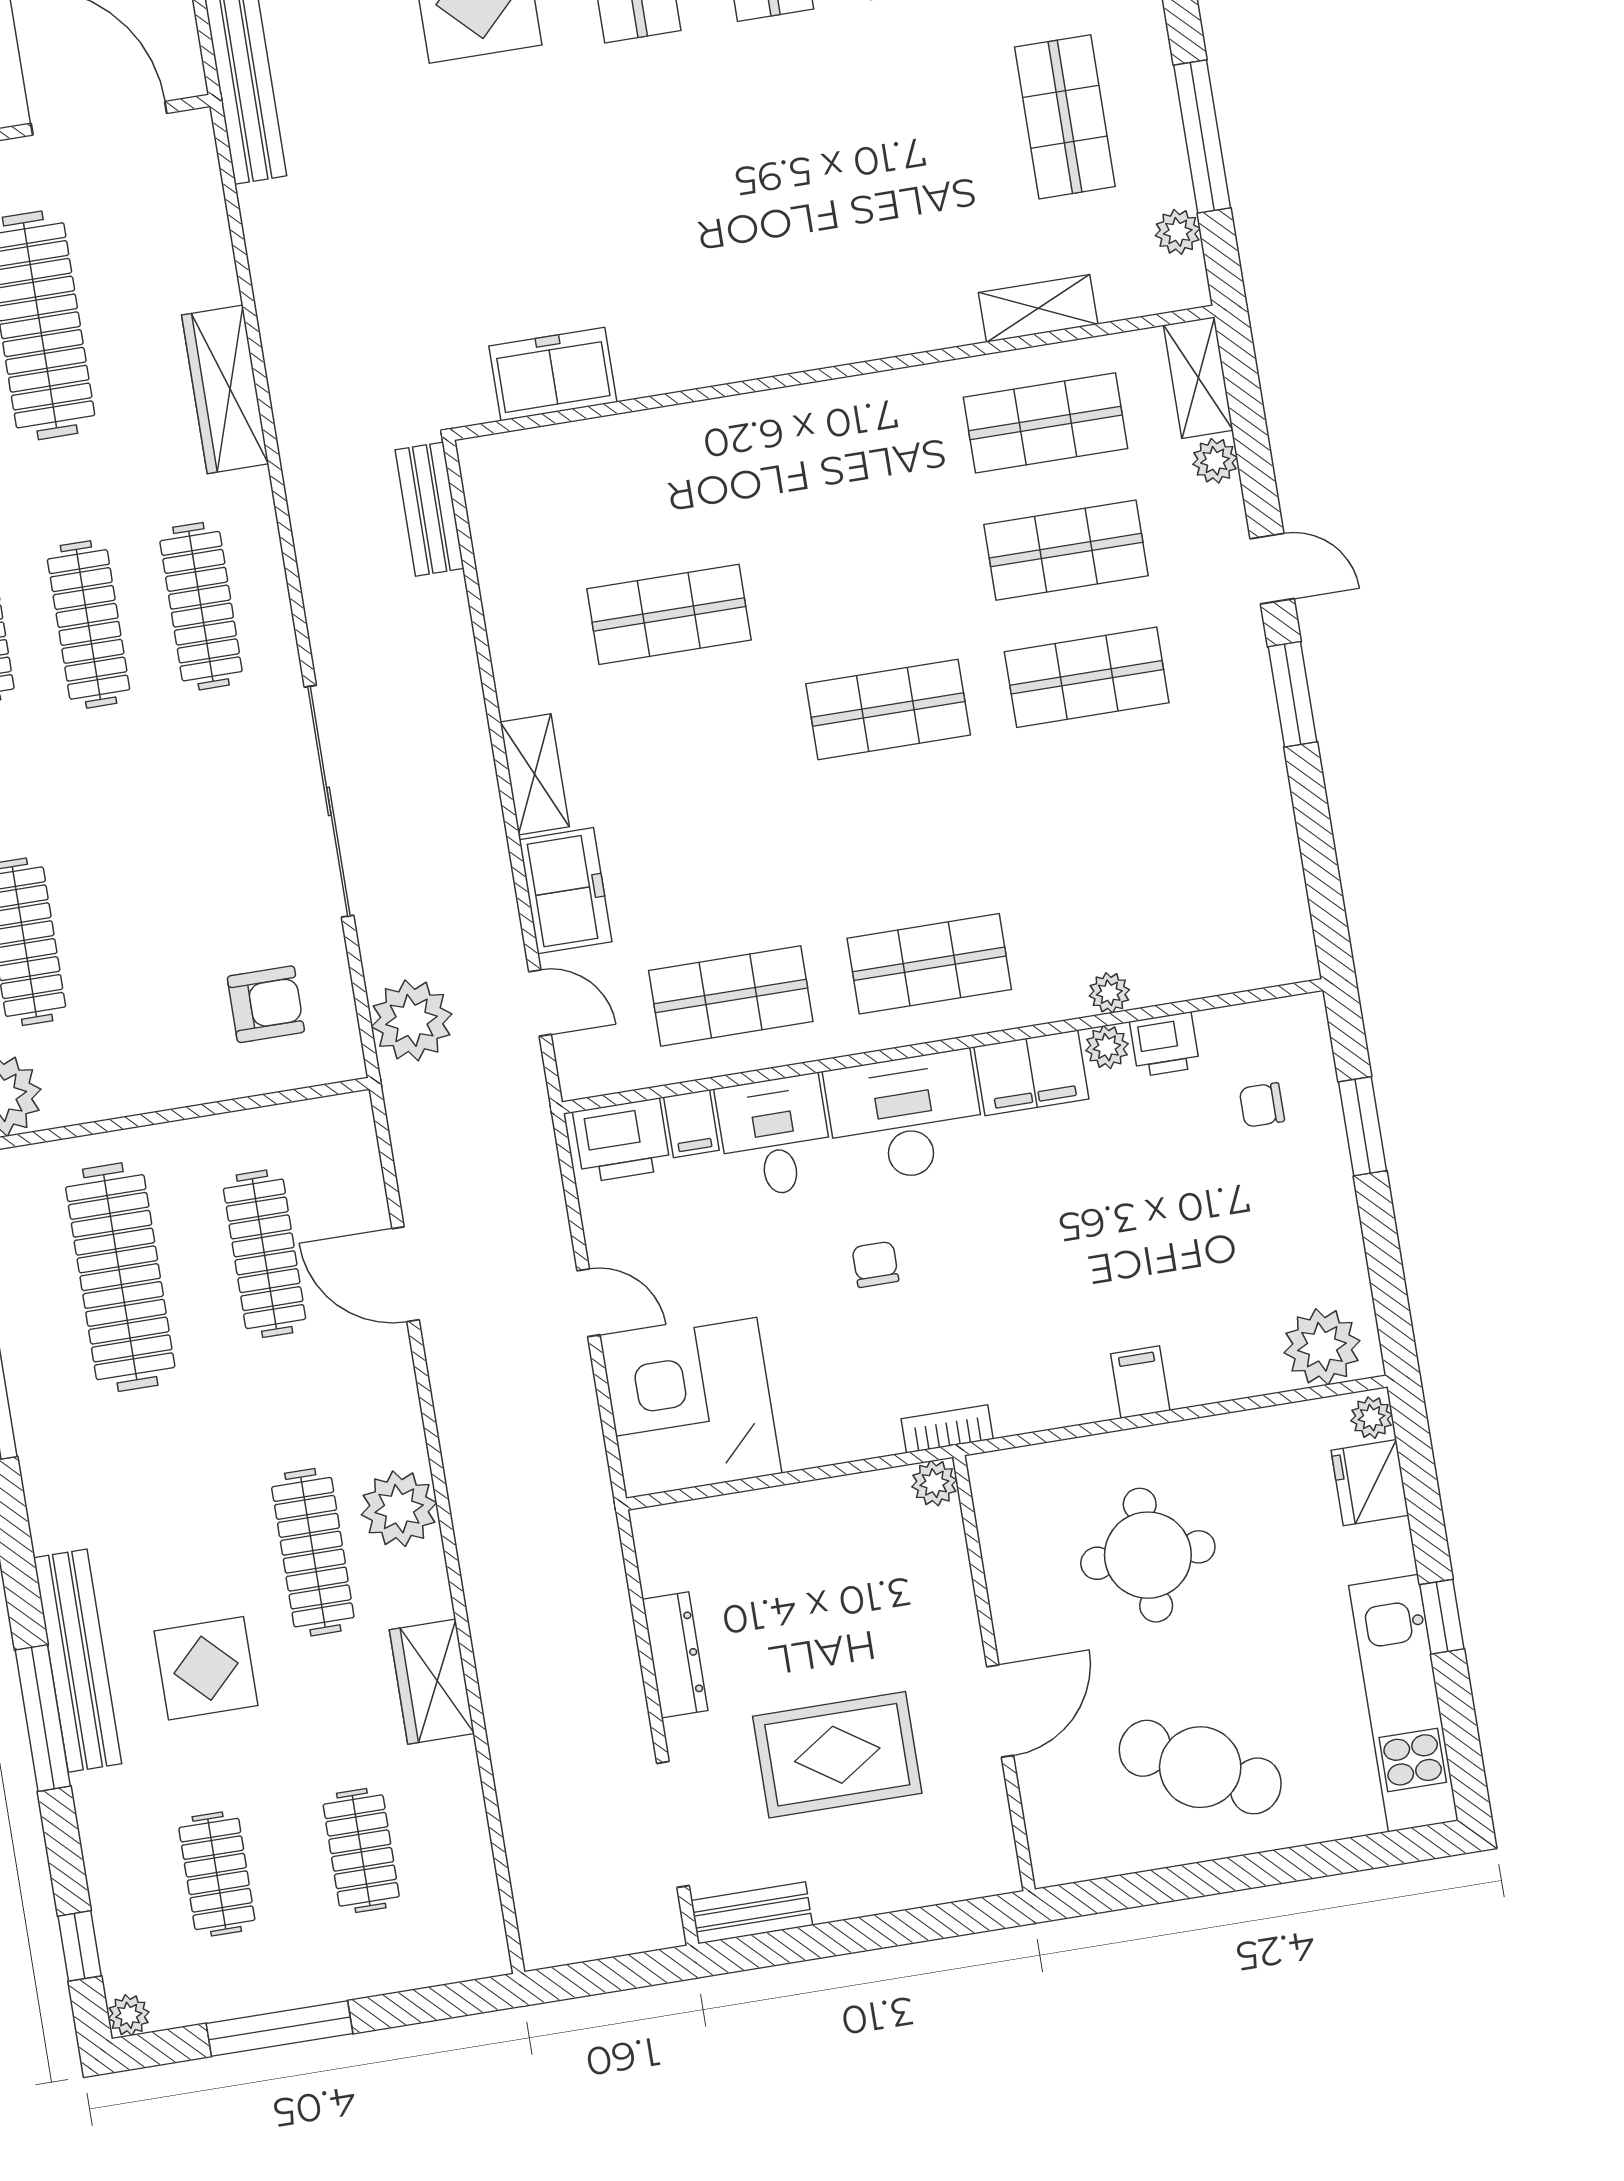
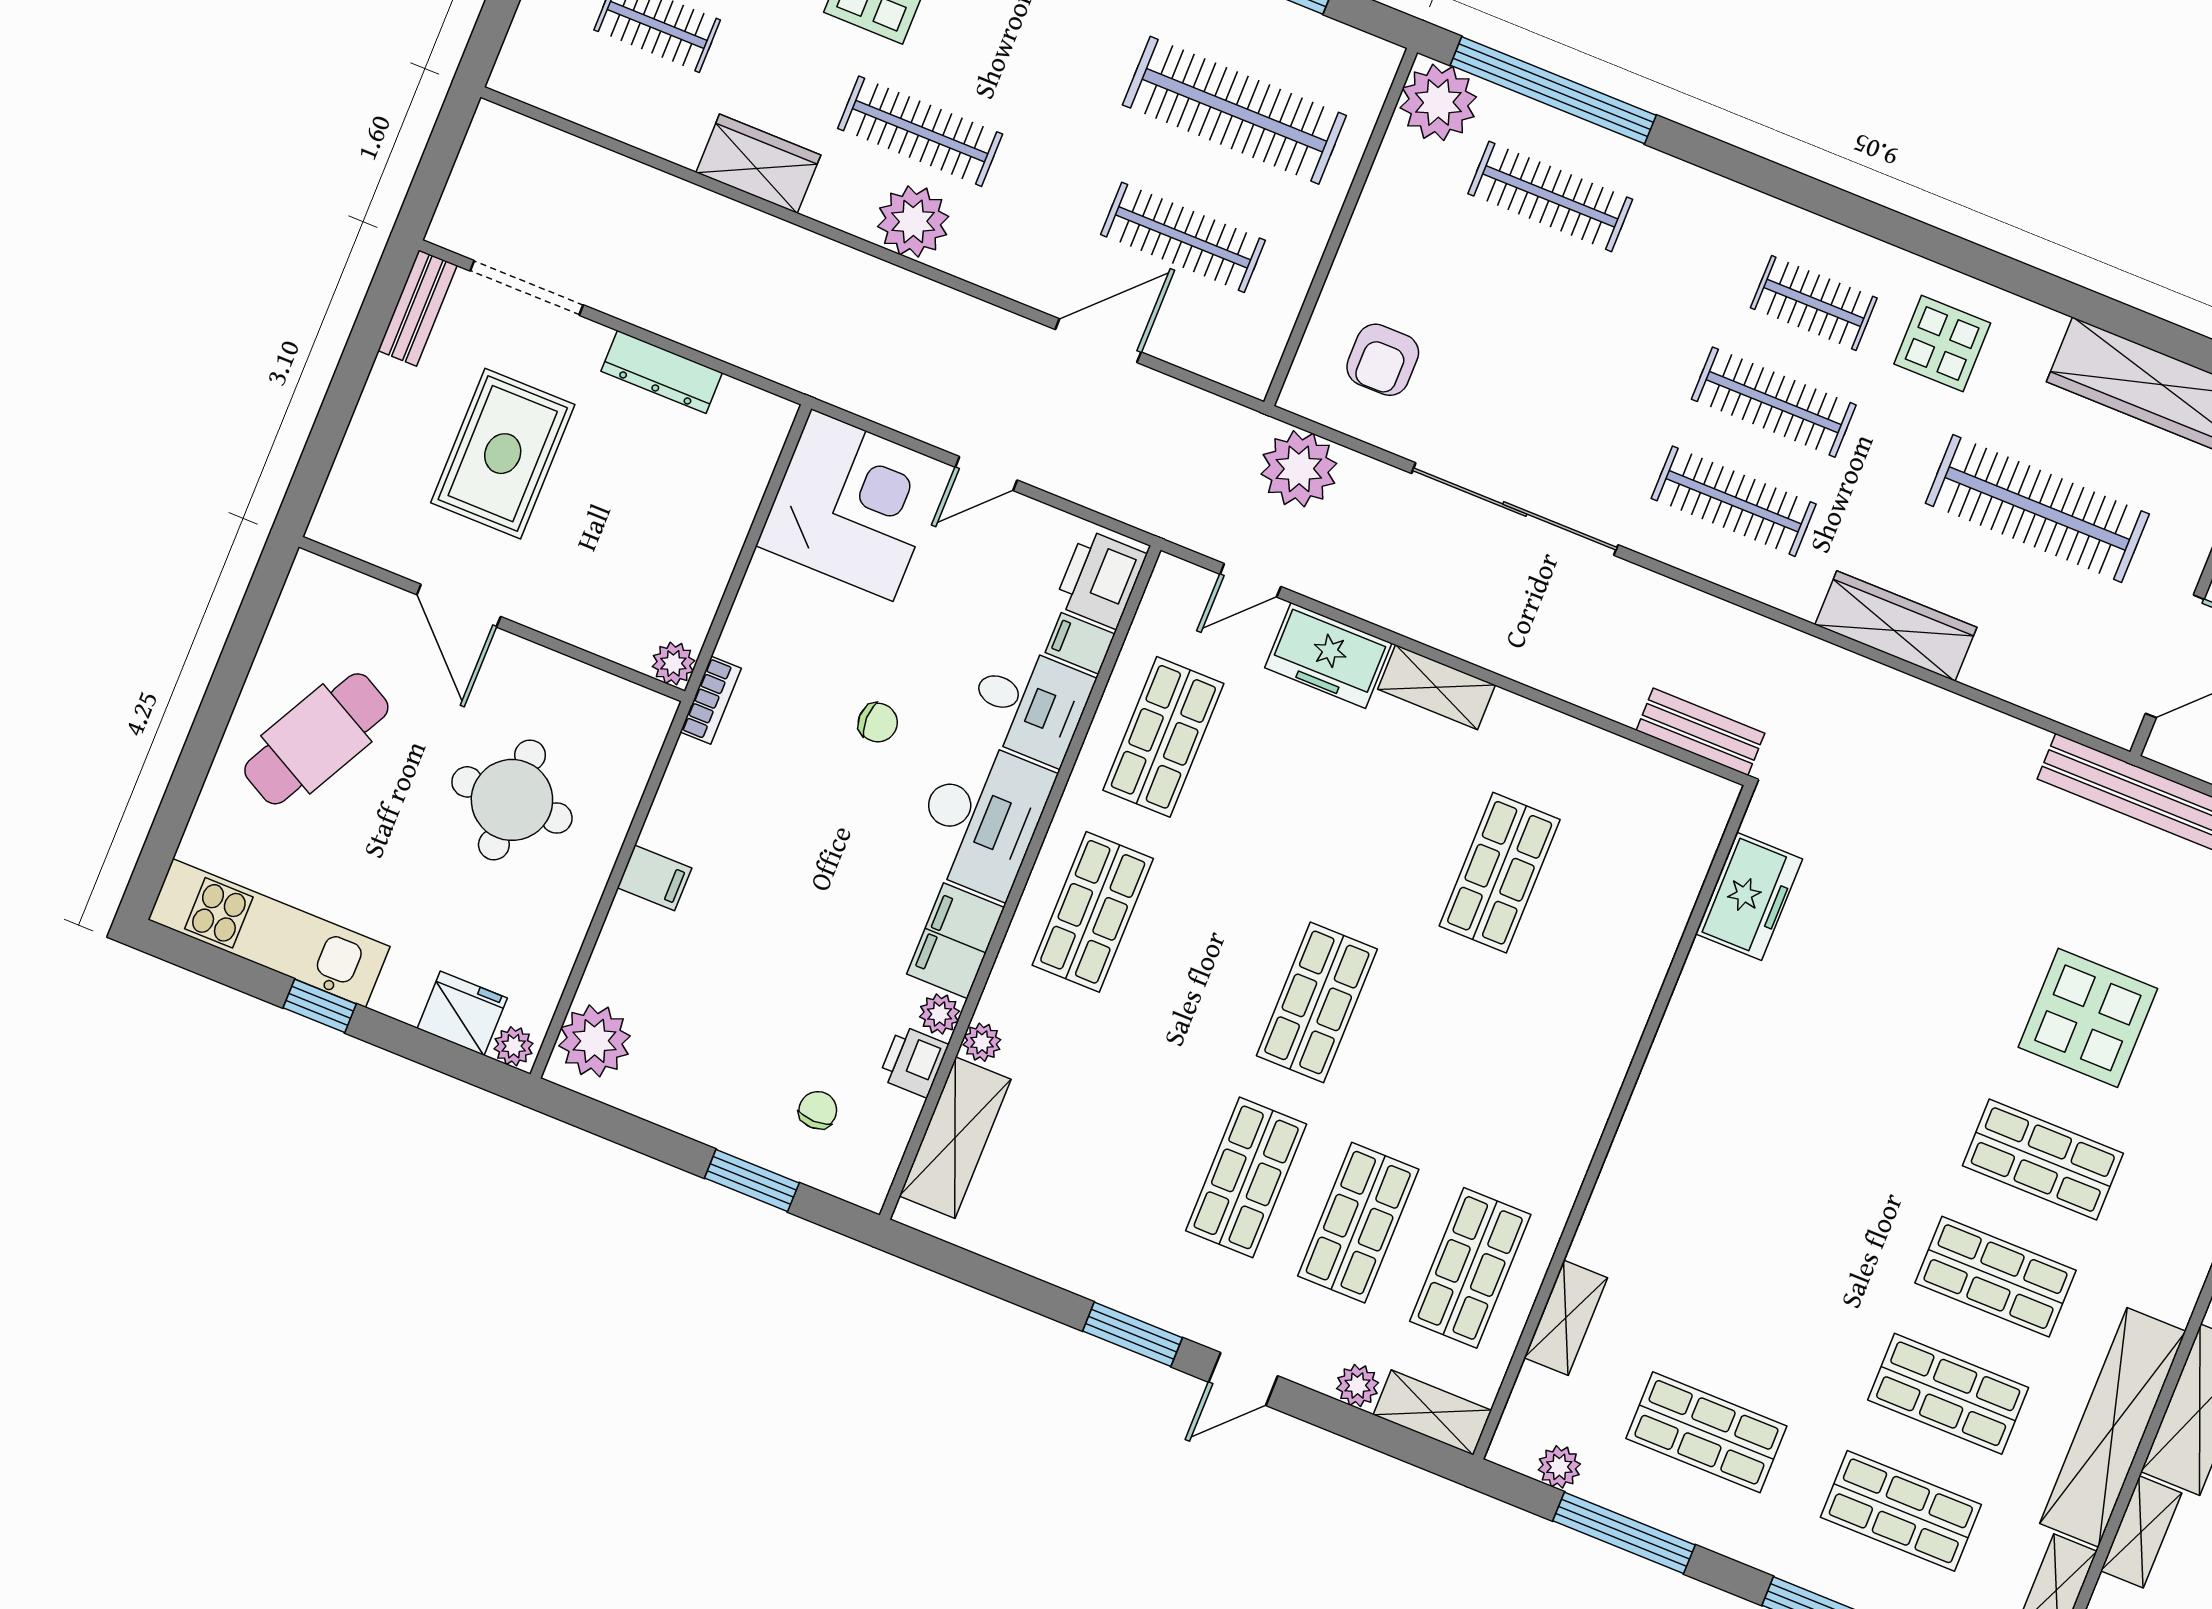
shelving: (1211, 965) -> (955, 1138), added

